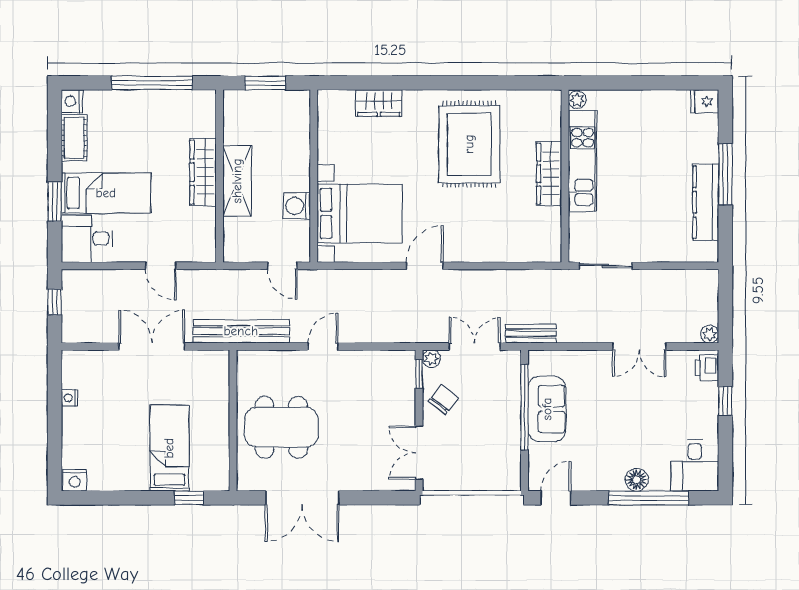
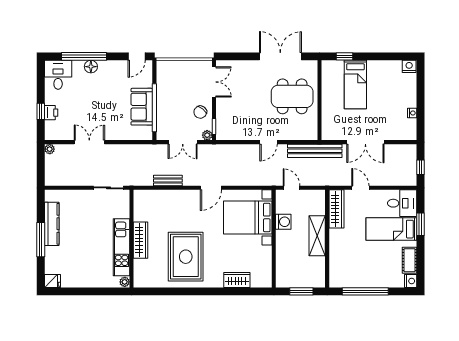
wardrobe: (203, 172) -> (336, 209), moved
bench: (531, 334) -> (168, 180), moved
printer: (707, 368) -> (51, 113), moved

